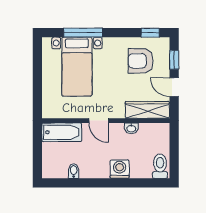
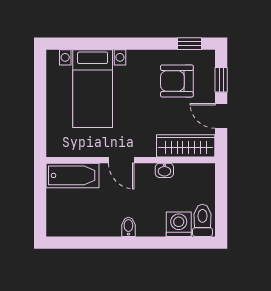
window: (83, 33) -> (101, 44), removed
washing machine: (120, 169) -> (179, 224), moved
bidet: (74, 171) -> (128, 227), moved

